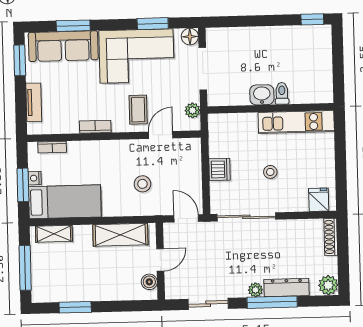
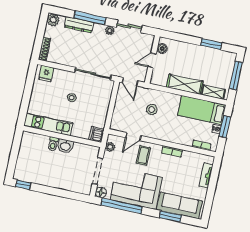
window: (153, 24) -> (122, 206), width x2.11
window: (20, 60) -> (208, 203), removed
dishwasher: (219, 169) -> (96, 134), moved
shelving: (120, 235) -> (185, 84), moved
plant: (255, 290) -> (110, 30), moved

